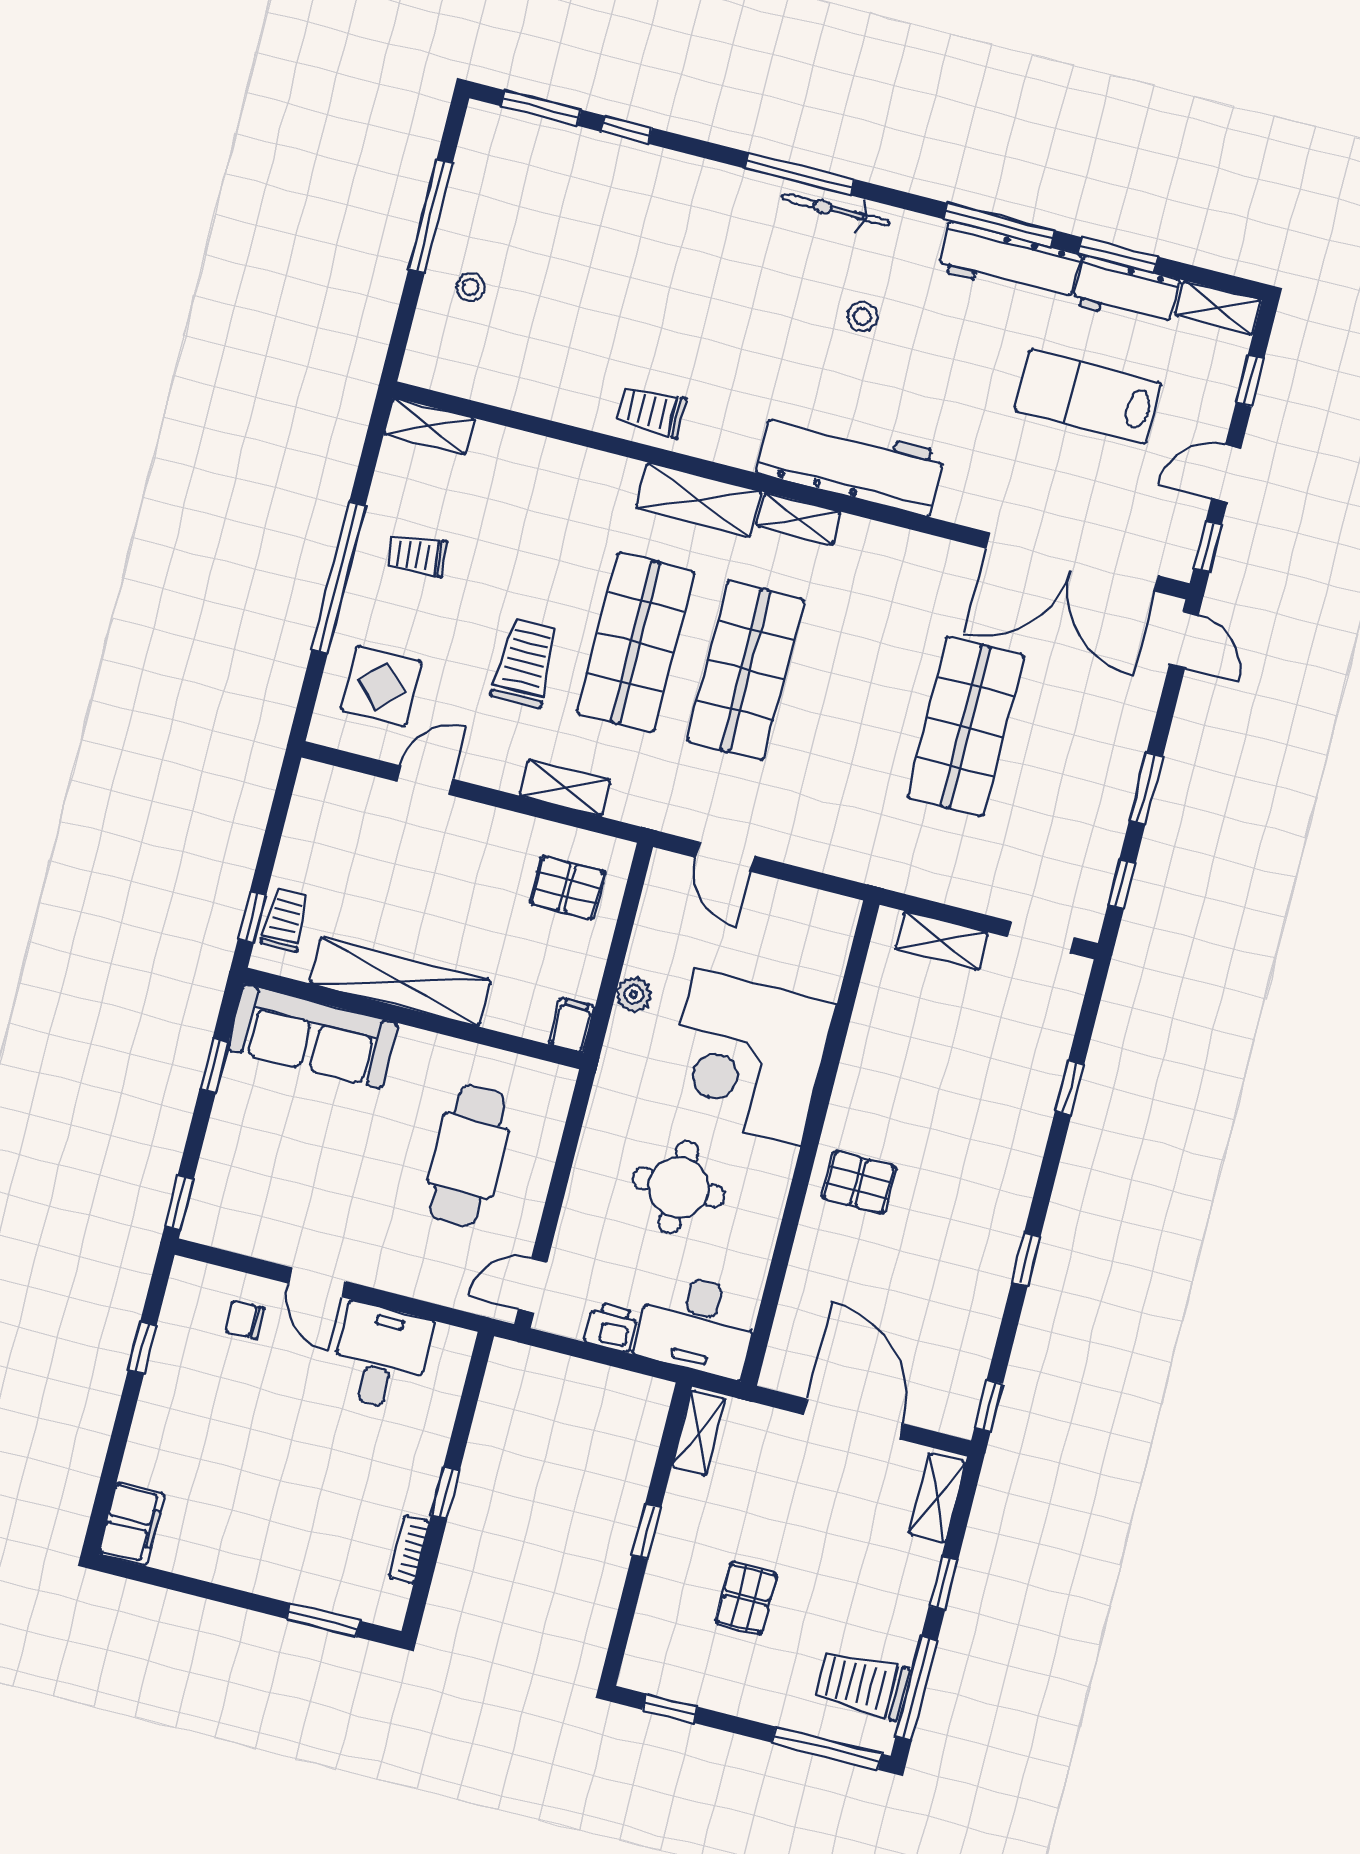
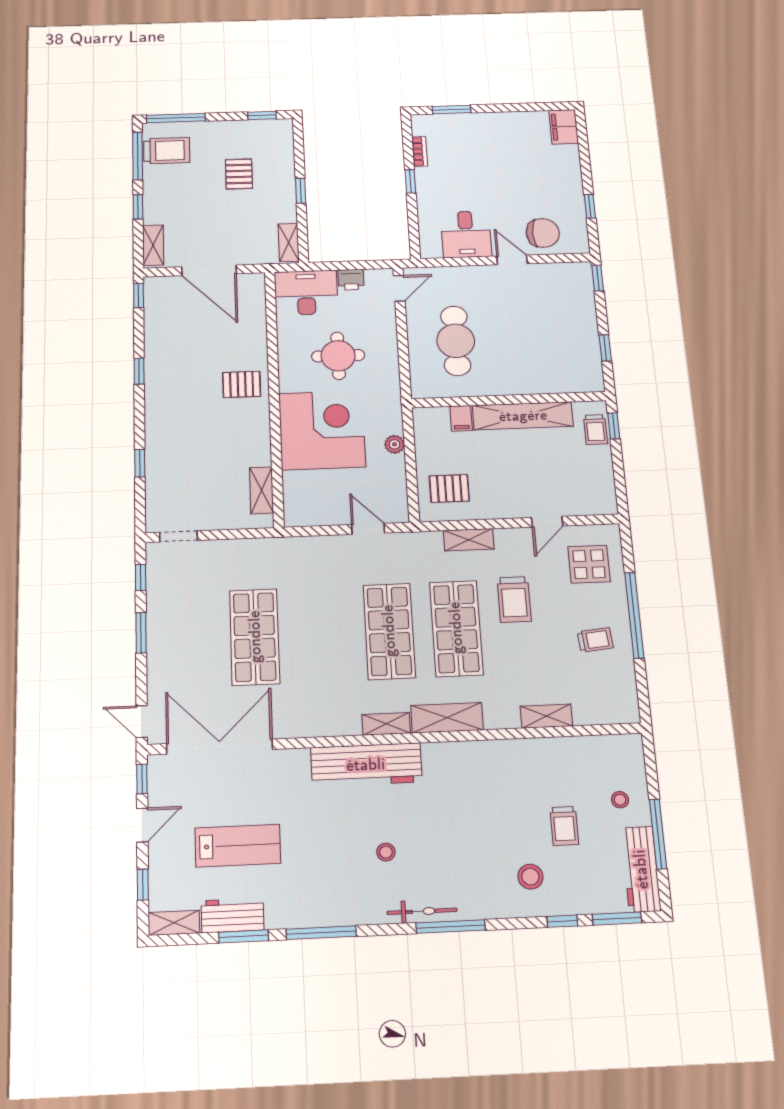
stool: (652, 211) -> (530, 877), added
workbench: (1009, 262) -> (641, 869), moved, turned -90
trolley: (651, 411) -> (564, 826), moved, turned 90
shelving: (430, 426) -> (546, 716), moved
shelving: (942, 941) -> (261, 490), moved, turned 90
filing cabinet: (572, 1025) -> (461, 418), moved
sofa: (313, 1036) -> (559, 376), removed
chair: (245, 1320) -> (543, 233), width x1.87, depth x1.87

